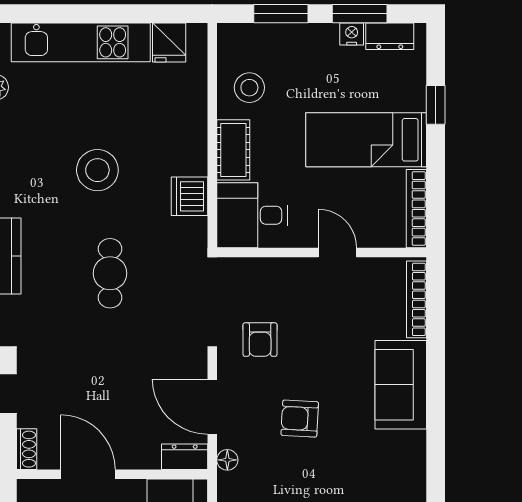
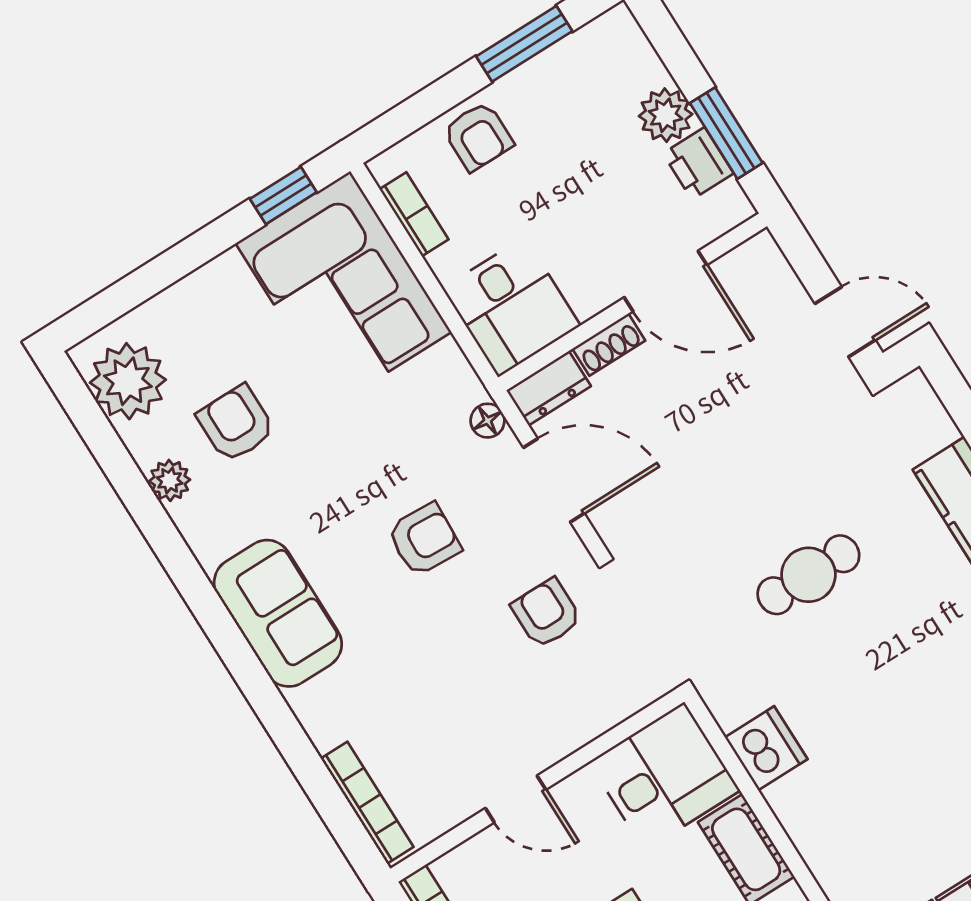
stool: (97, 170) -> (914, 705), removed
cafe table: (110, 273) -> (808, 575), turned 90
sofa: (401, 385) -> (278, 613), moved
shoe rack: (27, 449) -> (609, 345), moved, turned -90

